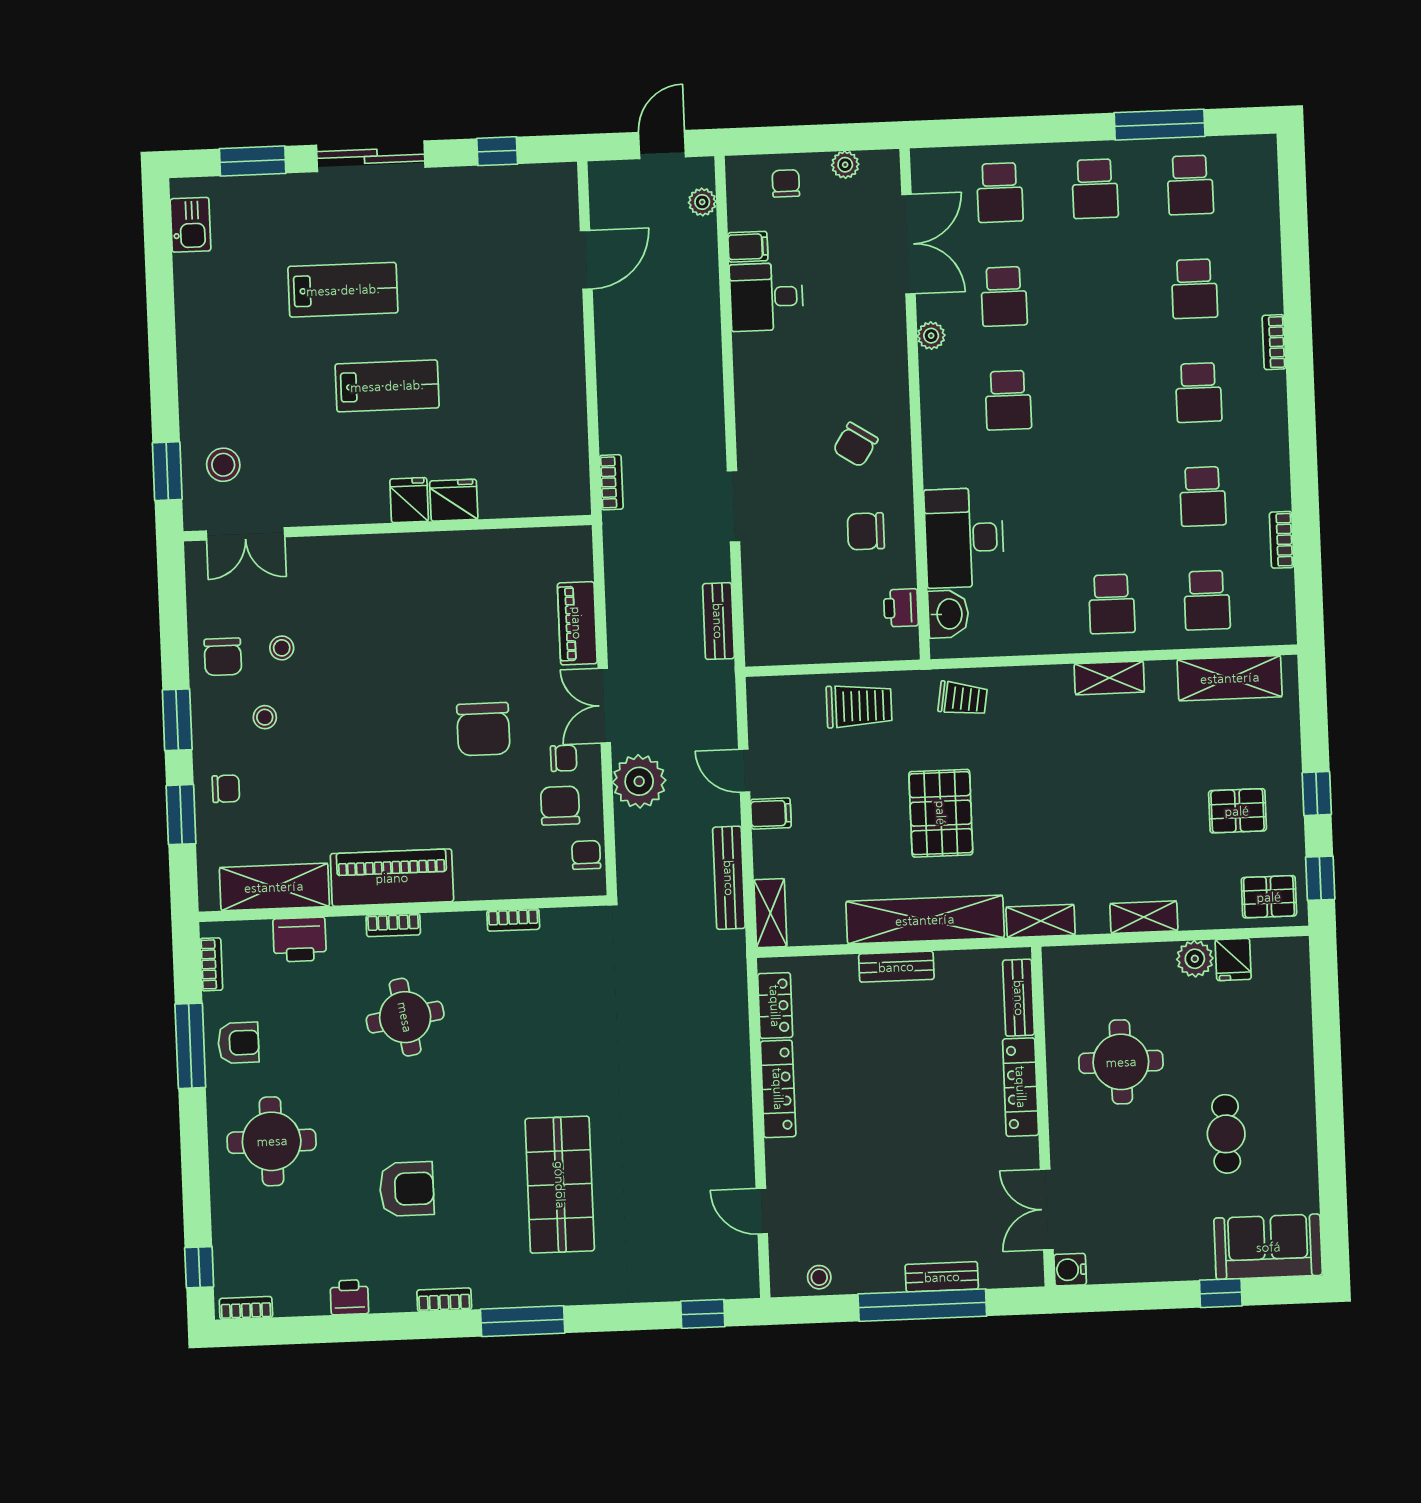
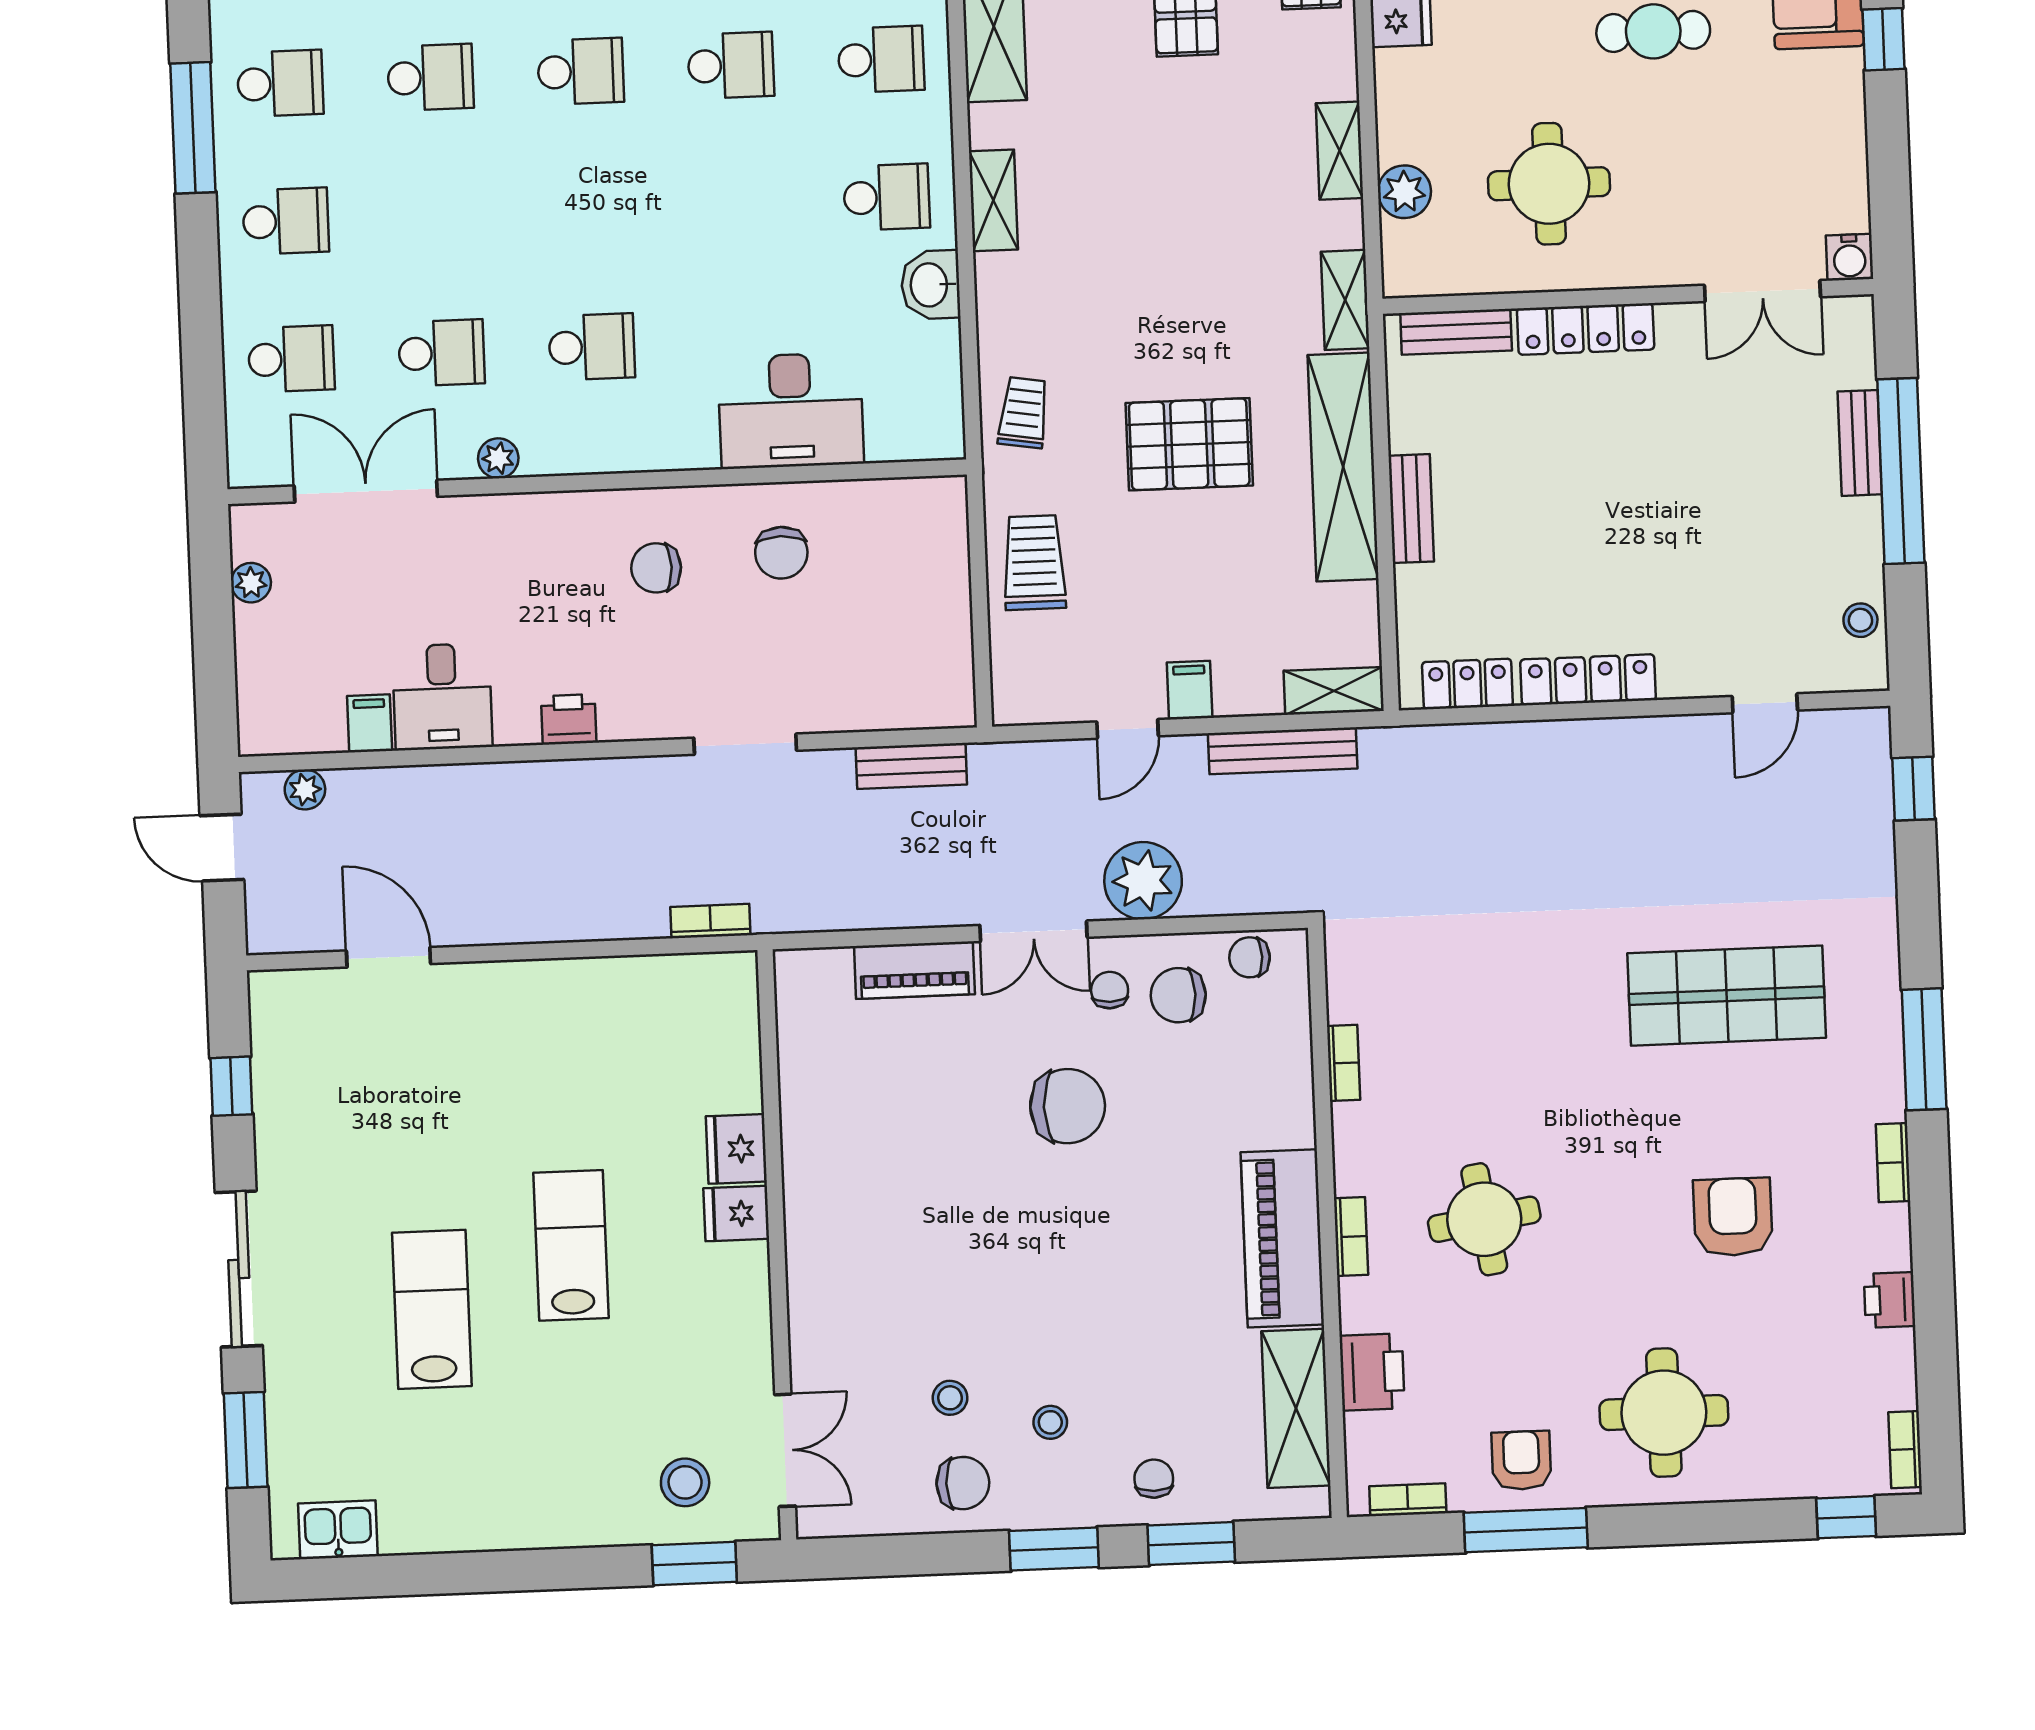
chair: (786, 183) -> (278, 668), removed
chair: (855, 445) -> (656, 568), turned 147
printer: (901, 608) -> (569, 719), moved, turned 180
washbasin: (948, 614) -> (931, 285), moved, turned -90
plant: (1195, 959) -> (1404, 192), moved

